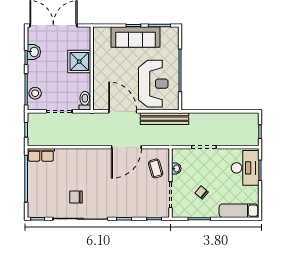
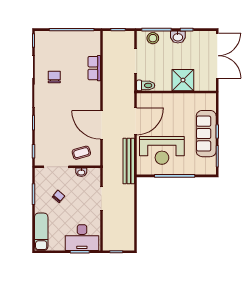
washbasin: (34, 52) -> (178, 37), moved
row of seats: (41, 155) -> (94, 68), moved

